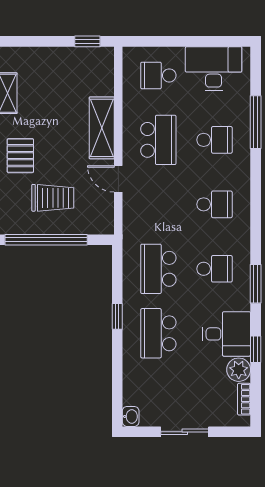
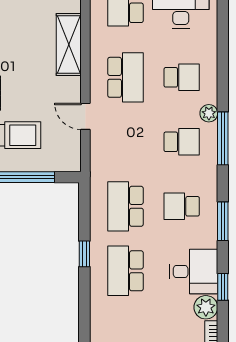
window: (256, 122) -> (223, 138), moved
shelving: (102, 128) -> (69, 45), moved
plant: (242, 176) -> (209, 113), added
school desk: (215, 269) -> (182, 206), turned 180

